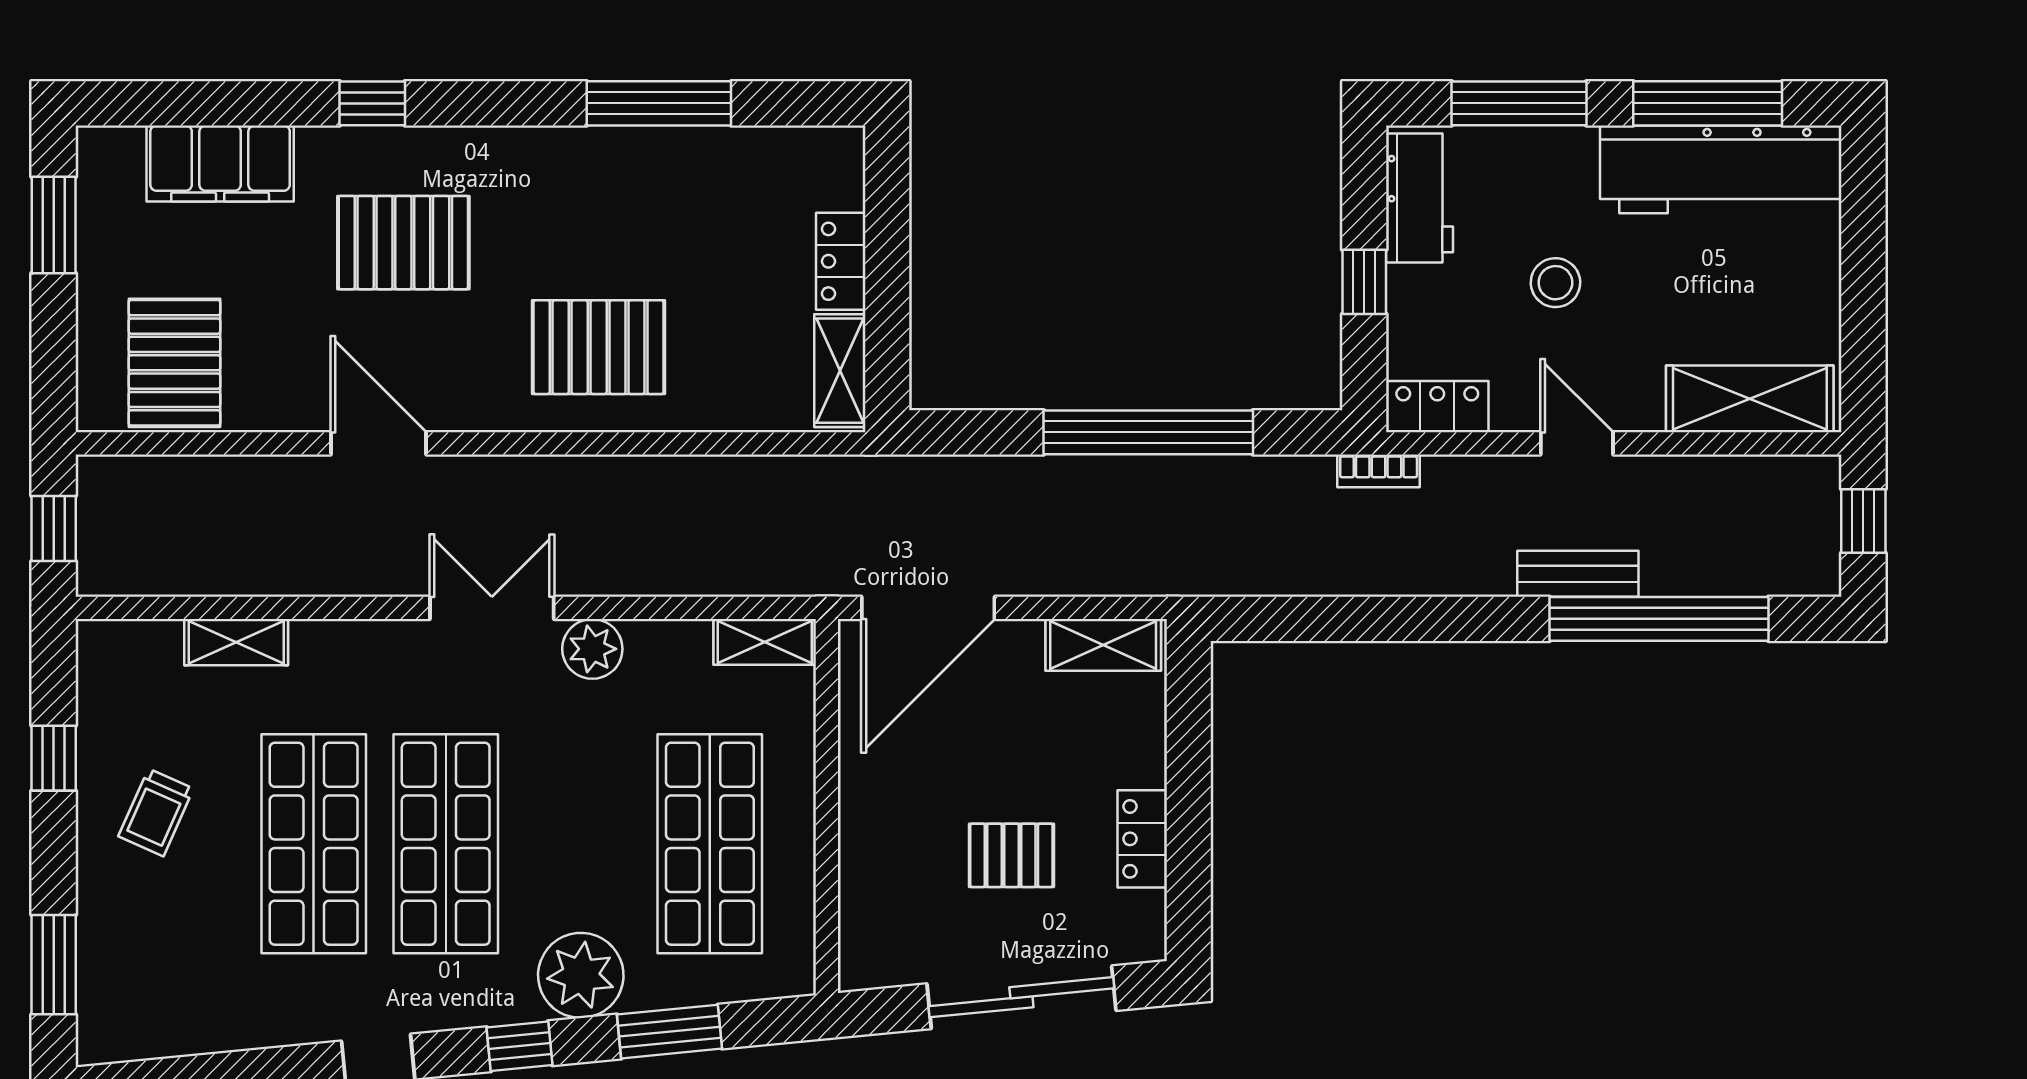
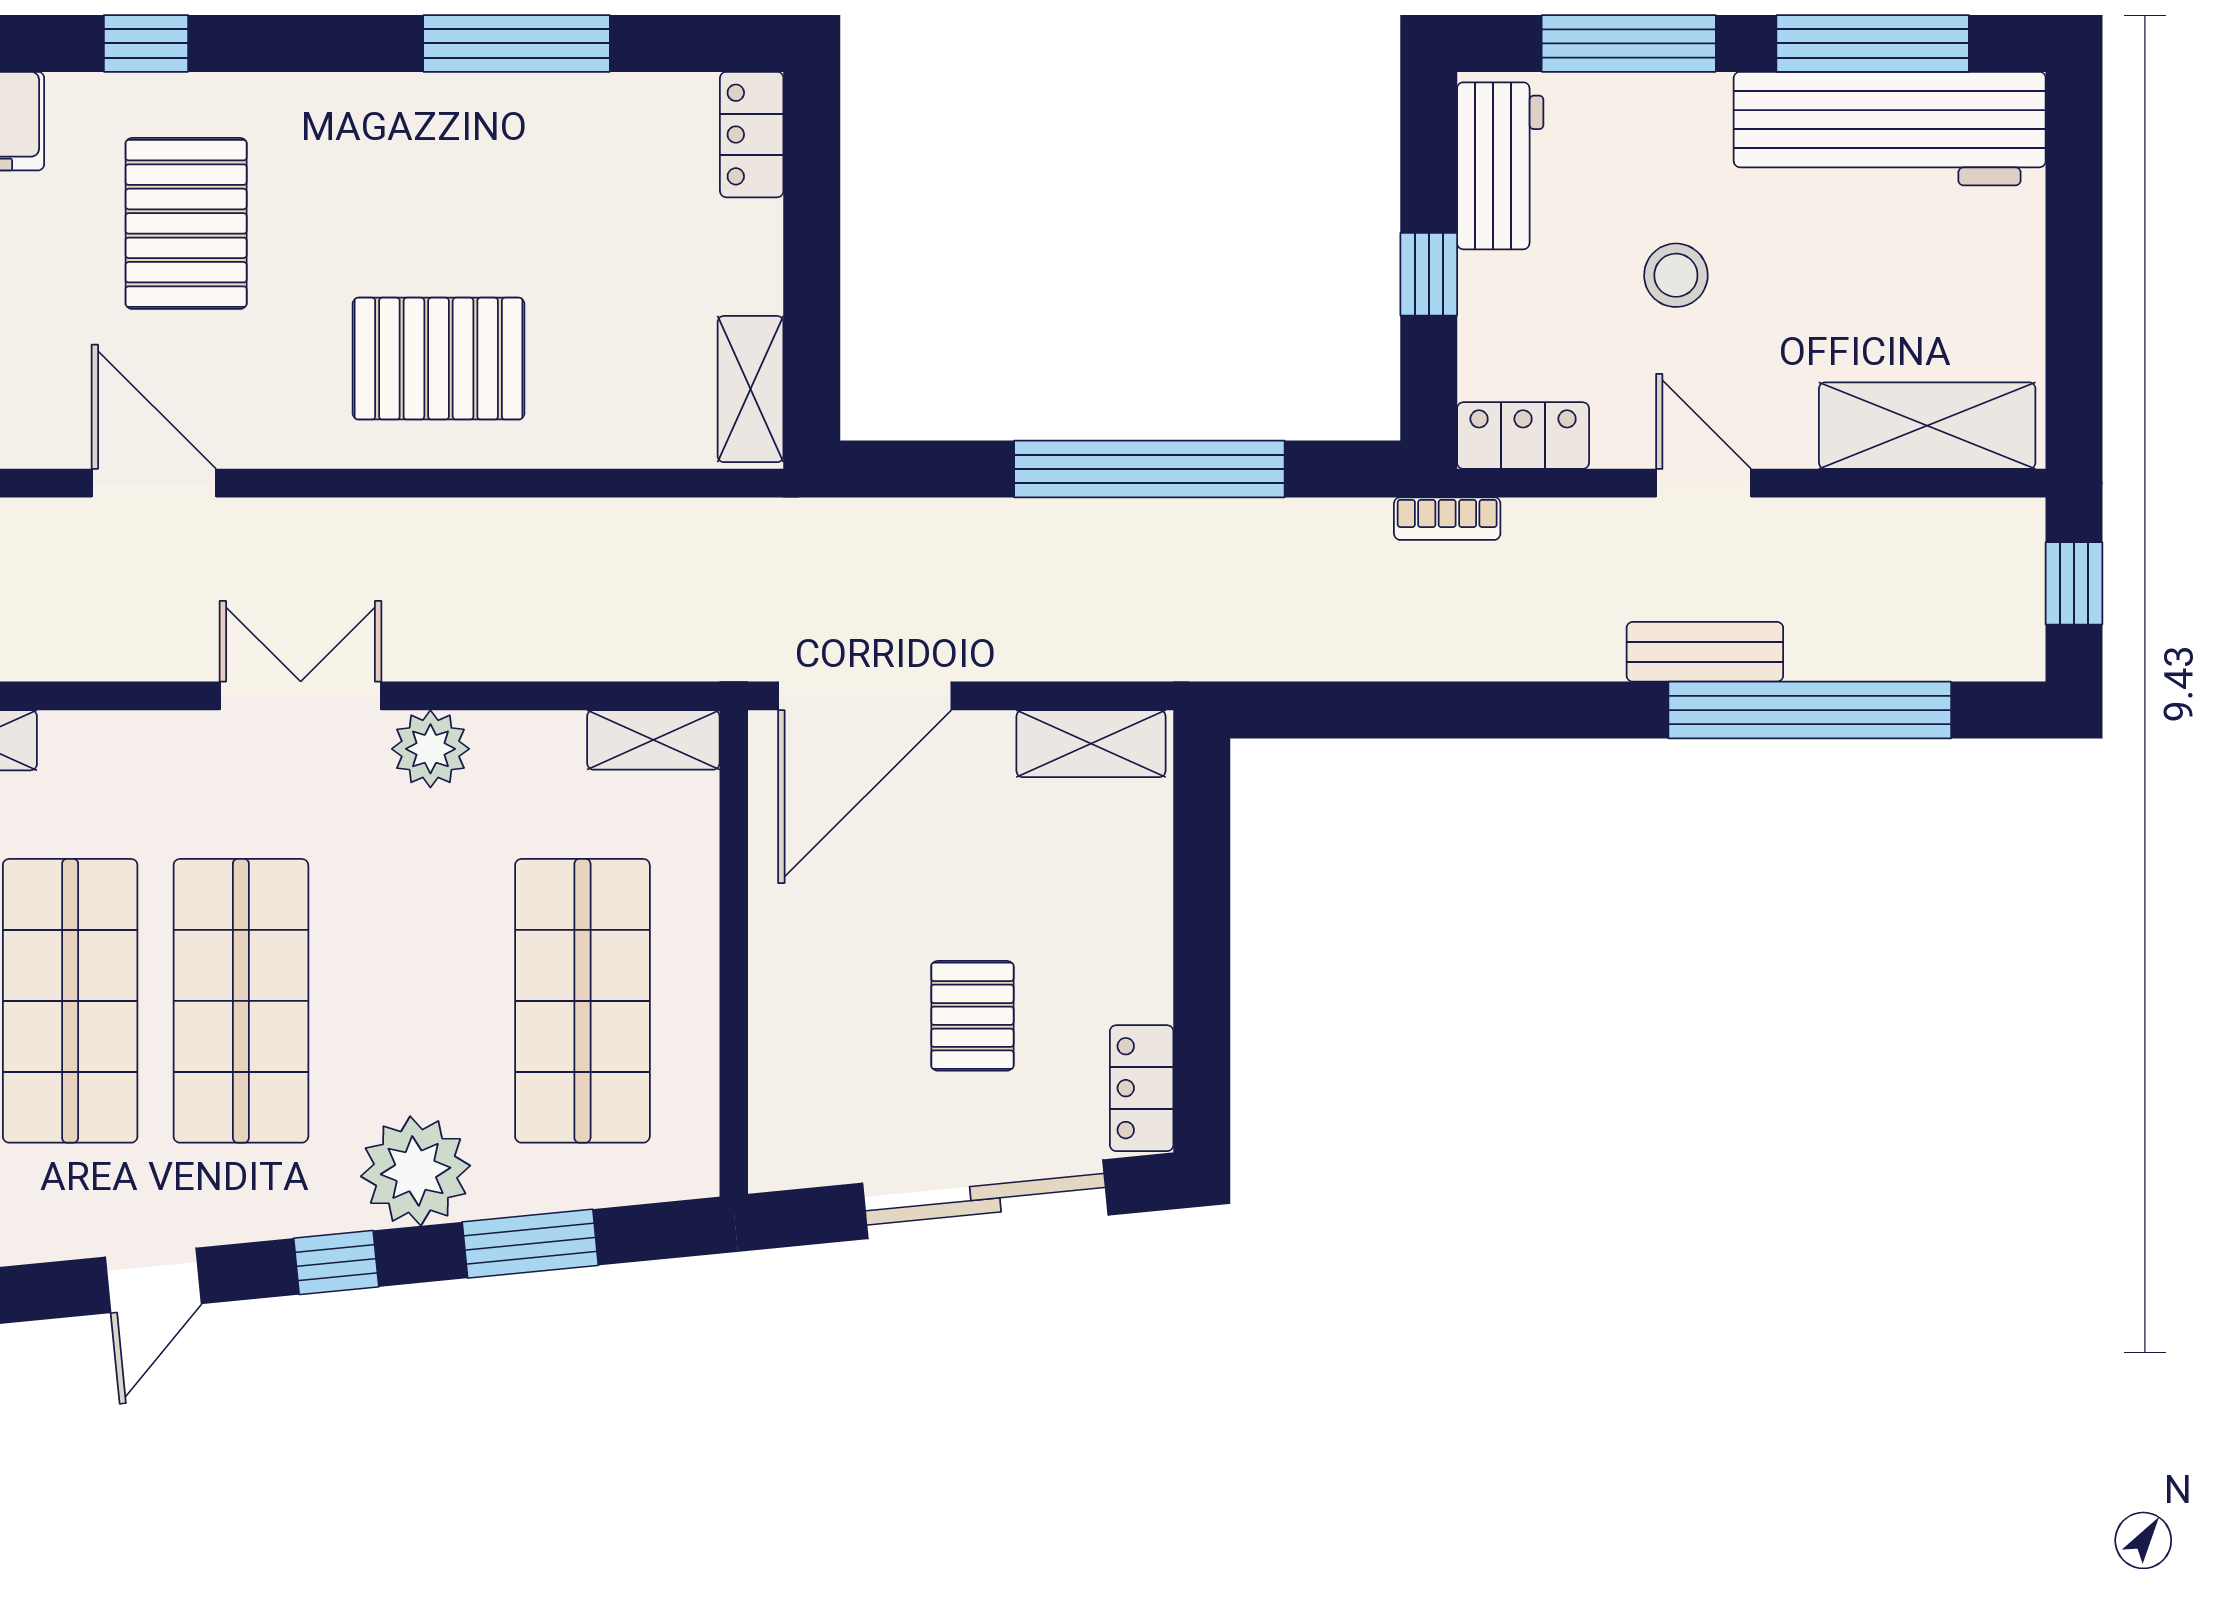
pallet: (403, 243) -> (186, 223), turned 90
locker: (841, 261) -> (752, 135), moved
locker: (1142, 839) -> (1142, 1088), moved
pallet: (1011, 855) -> (972, 1016), turned 90

